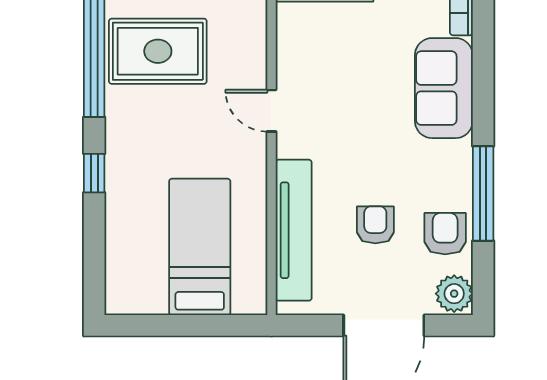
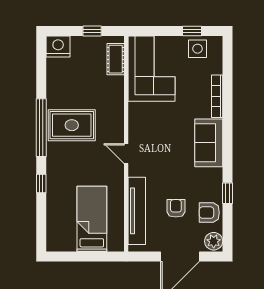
window: (483, 193) -> (227, 193), width x0.46
armchair: (445, 234) -> (209, 213), turned -90

